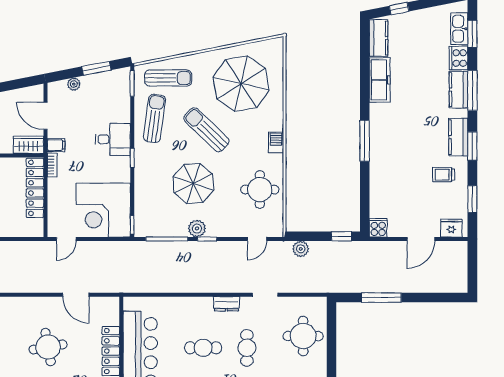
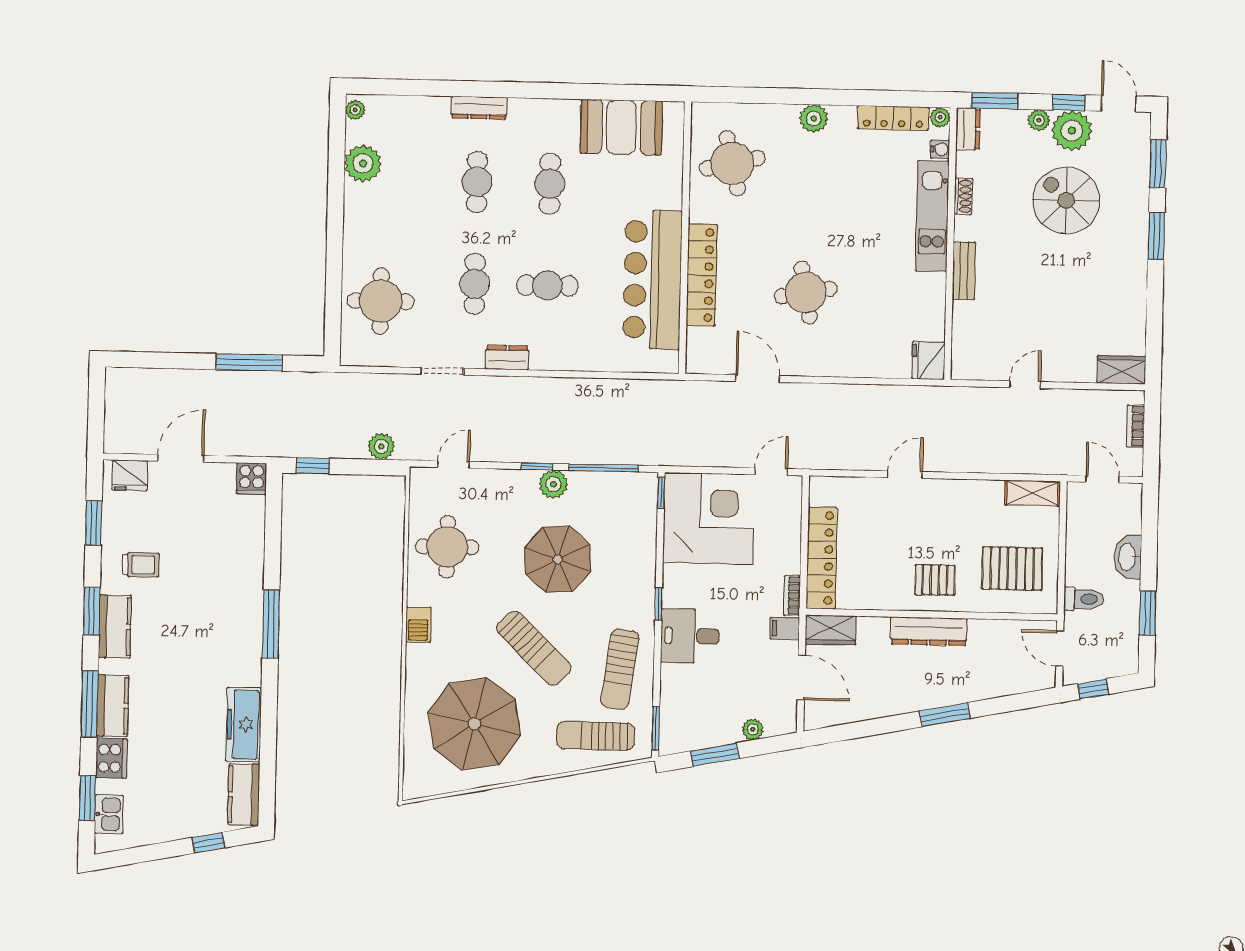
kitchen sink: (459, 29) -> (109, 814), width x0.73

